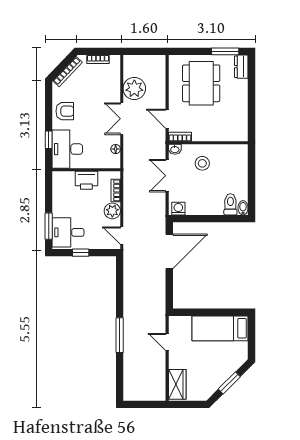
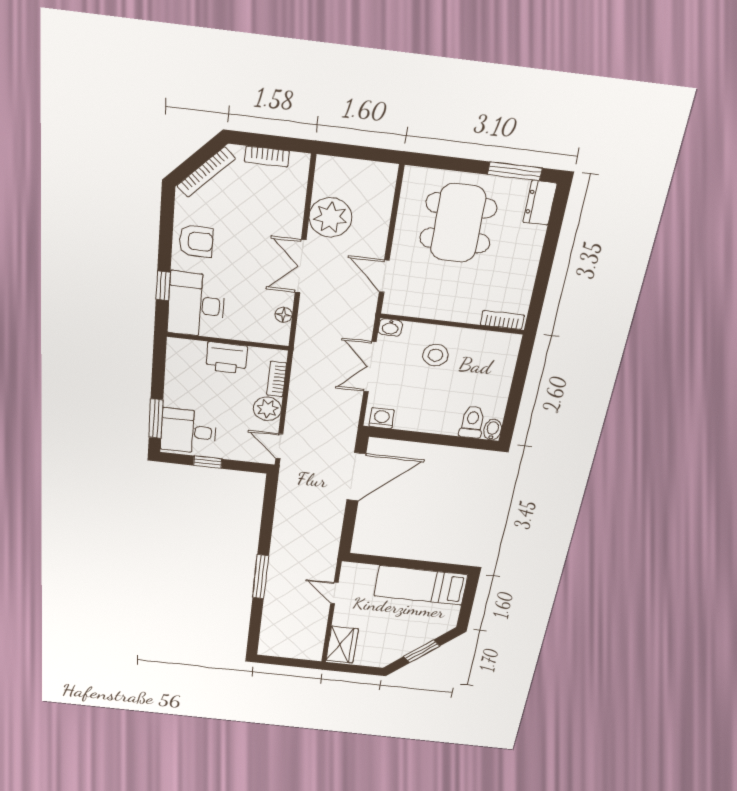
bookcase: (180, 137) -> (502, 320), moved

